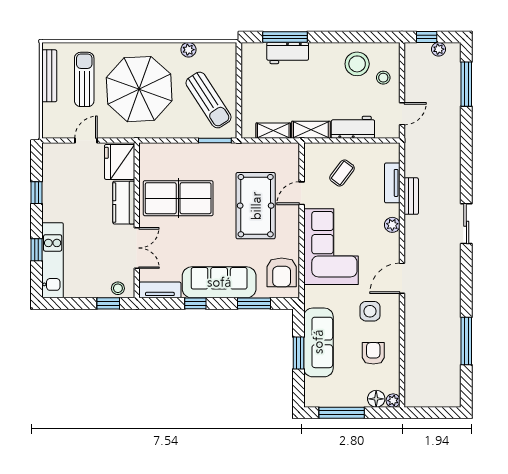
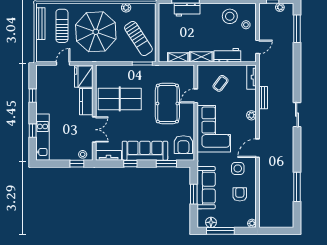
tv unit: (392, 183) -> (251, 77), moved
floor lamp: (376, 399) -> (211, 222), moved

